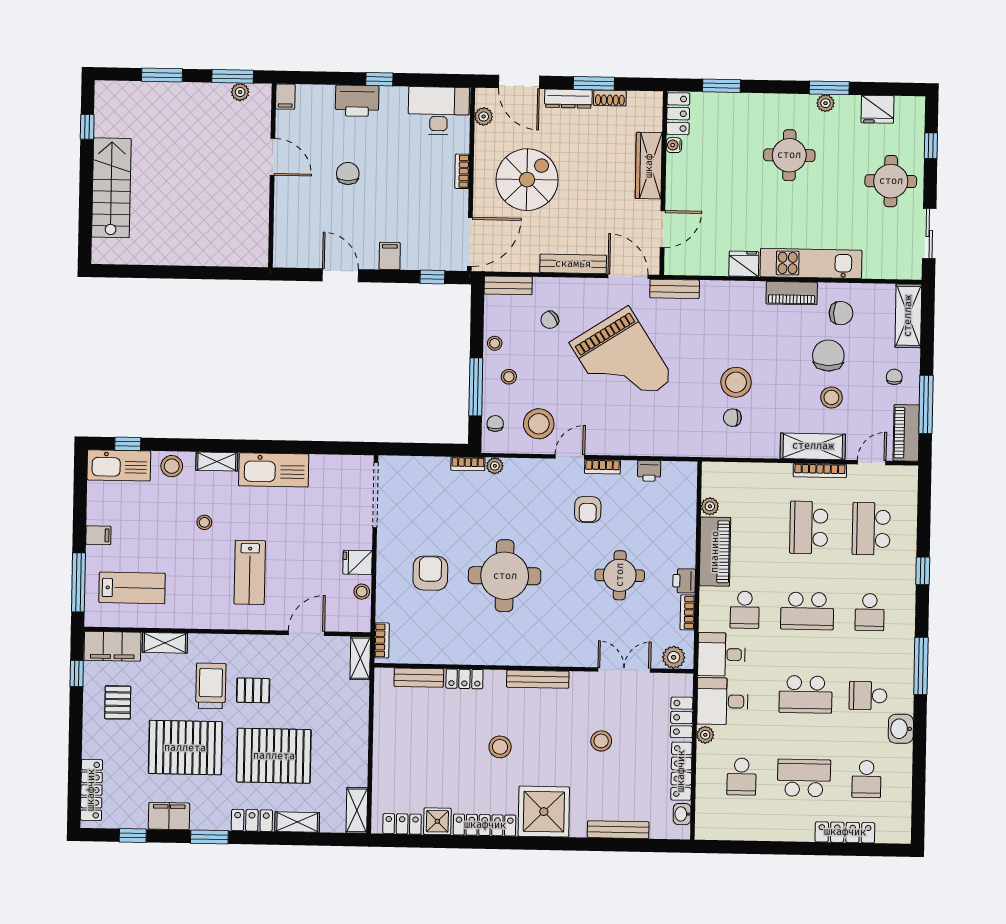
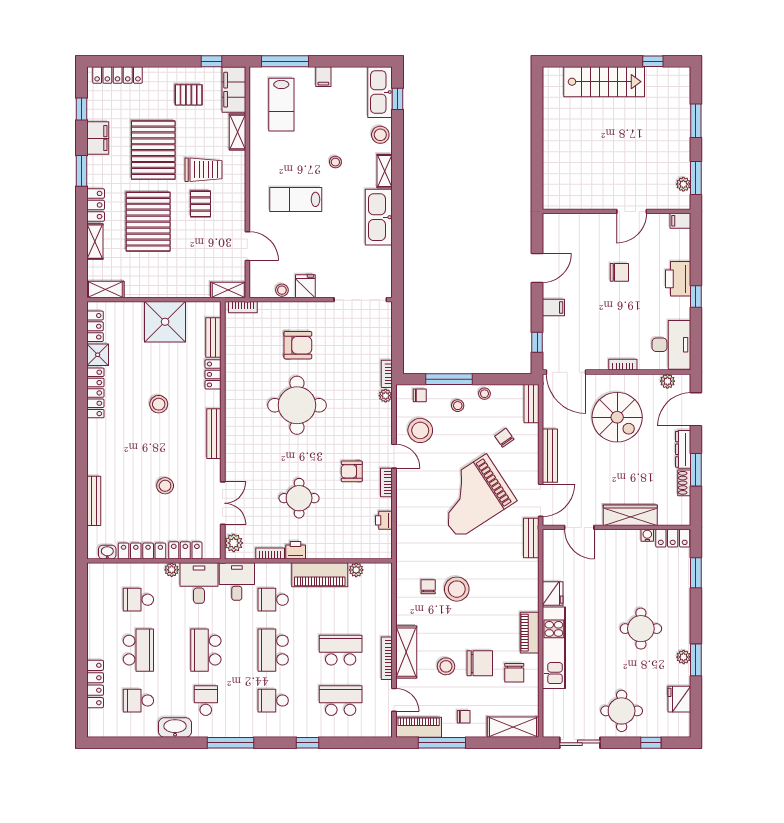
washbasin: (901, 729) -> (175, 728), width x1.38
shower: (544, 812) -> (165, 322), moved

